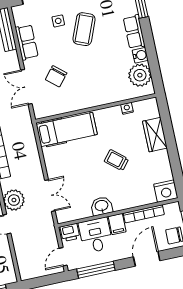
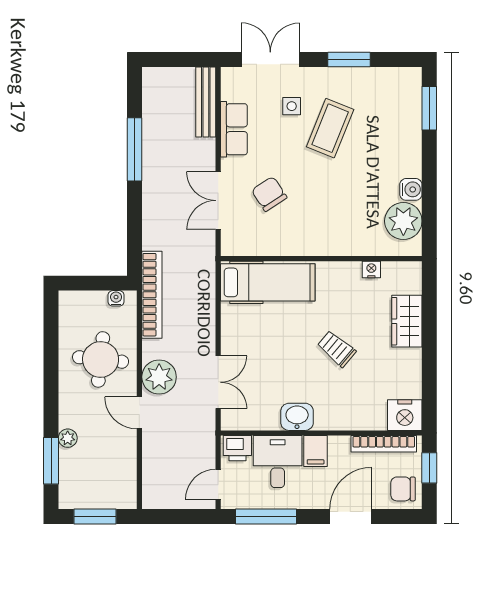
row of seats: (134, 32) -> (409, 150), removed
chair: (56, 76) -> (269, 194), turned 107
bookcase: (144, 214) -> (384, 444), moved

